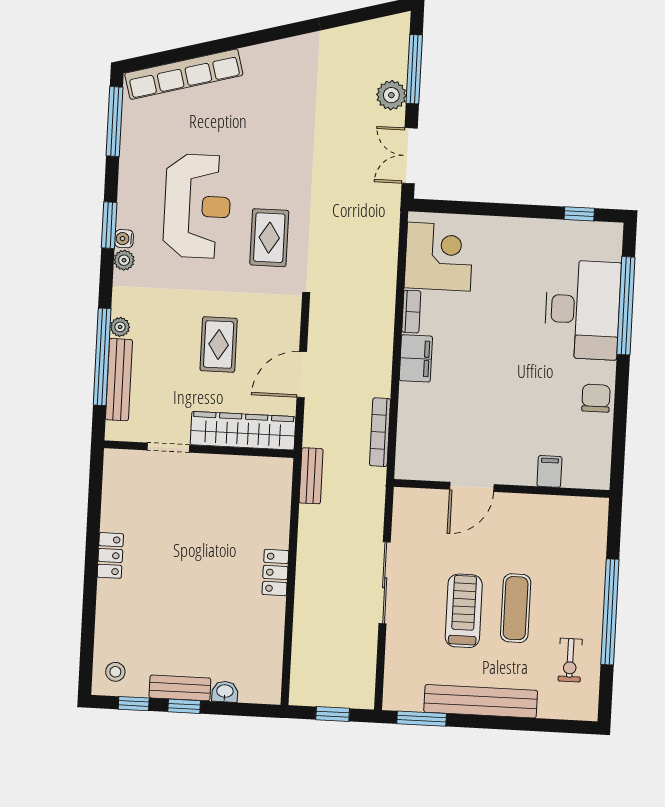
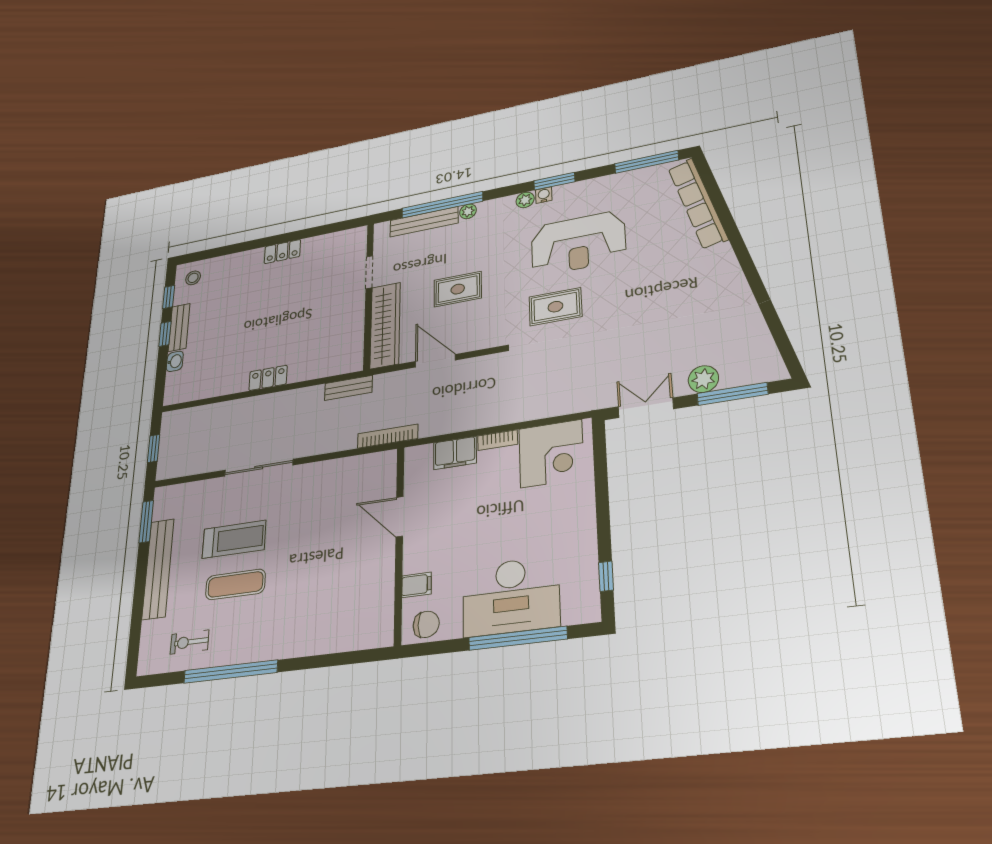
filing cabinet: (549, 471) -> (417, 585), moved
door: (472, 487) -> (400, 517), moved
wall: (502, 488) -> (399, 544), moved

